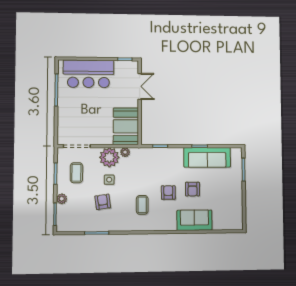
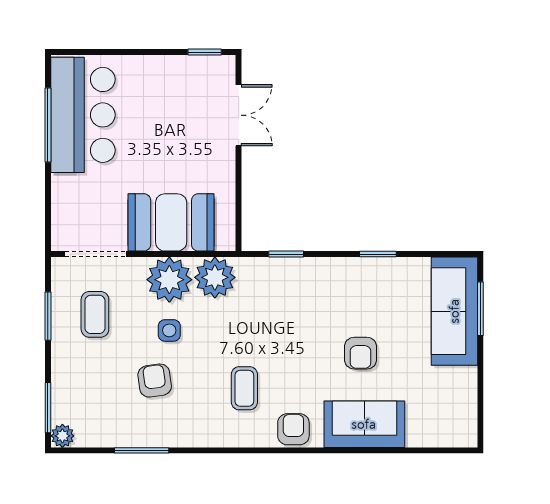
bar counter: (89, 74) -> (83, 115), moved, turned -90
booth: (126, 126) -> (171, 222), moved, turned 90
plant: (125, 152) -> (215, 277), width x1.87, depth x1.87
sofa: (207, 157) -> (454, 311), moved, turned 90
armchair: (168, 192) -> (293, 429), moved
plant: (62, 199) -> (62, 436), moved

